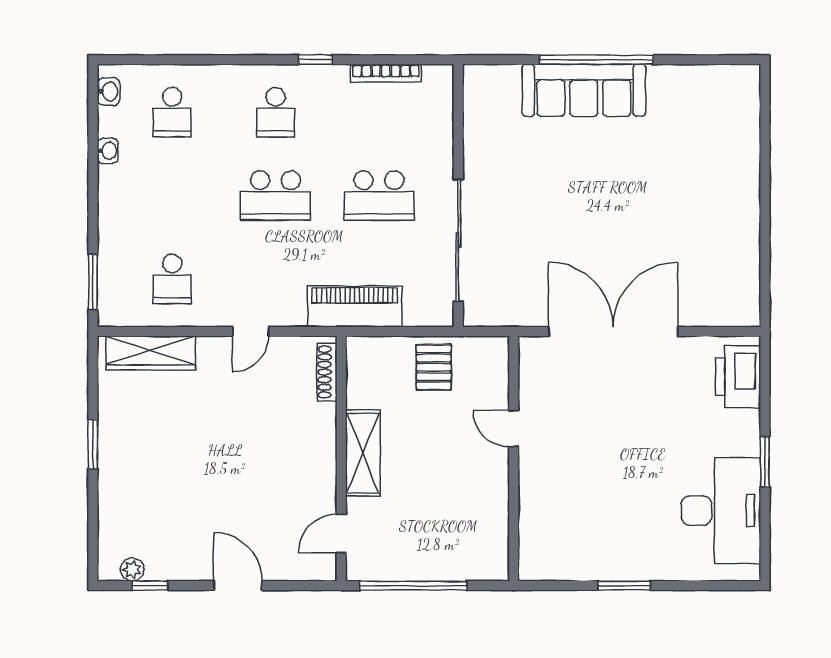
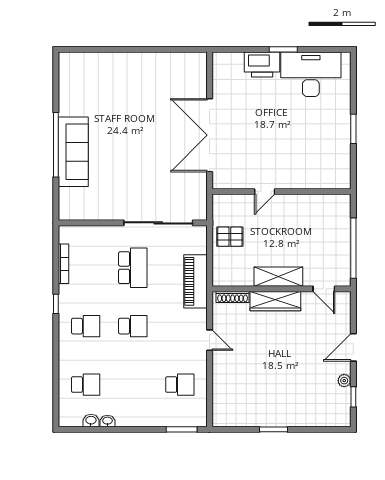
washbasin: (109, 92) -> (91, 421), moved
school desk: (276, 196) -> (133, 326), width x0.54
wardrobe: (151, 353) -> (275, 301), moved, turned 90
printer: (738, 377) -> (262, 65), moved
plant: (132, 569) -> (344, 381), moved

